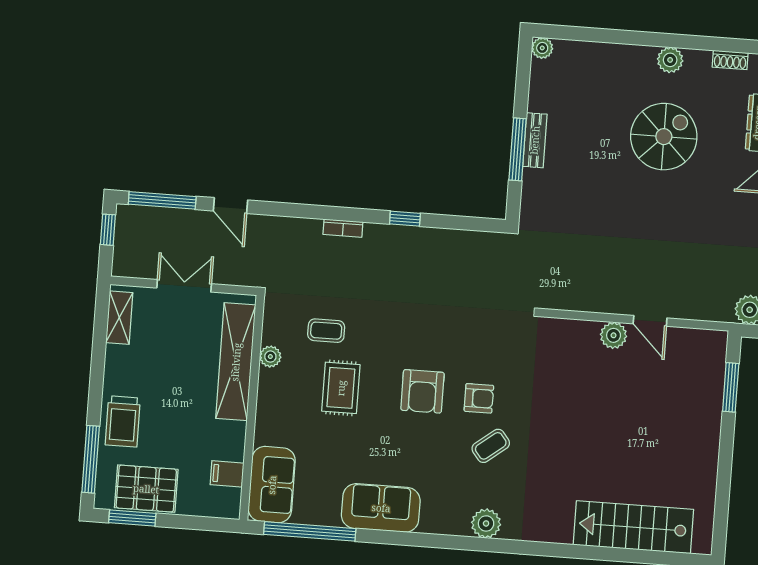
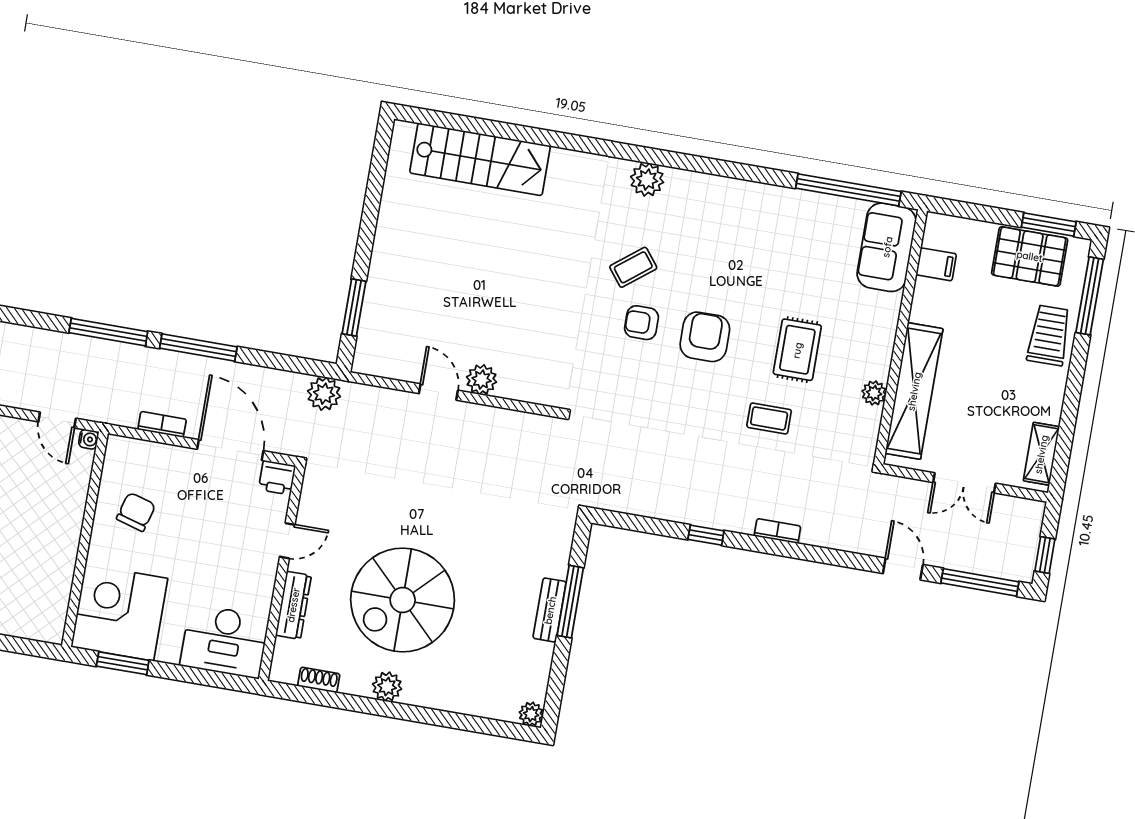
spiral stairs: (664, 137) -> (403, 600), width x1.37, depth x1.37
coffee table: (326, 331) -> (769, 418), moved
sofa: (381, 508) -> (765, 209), removed

